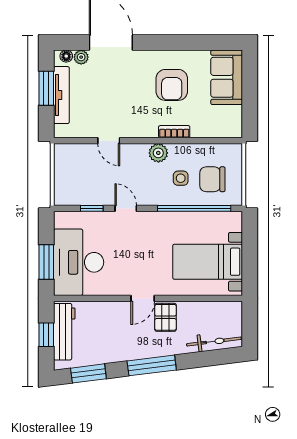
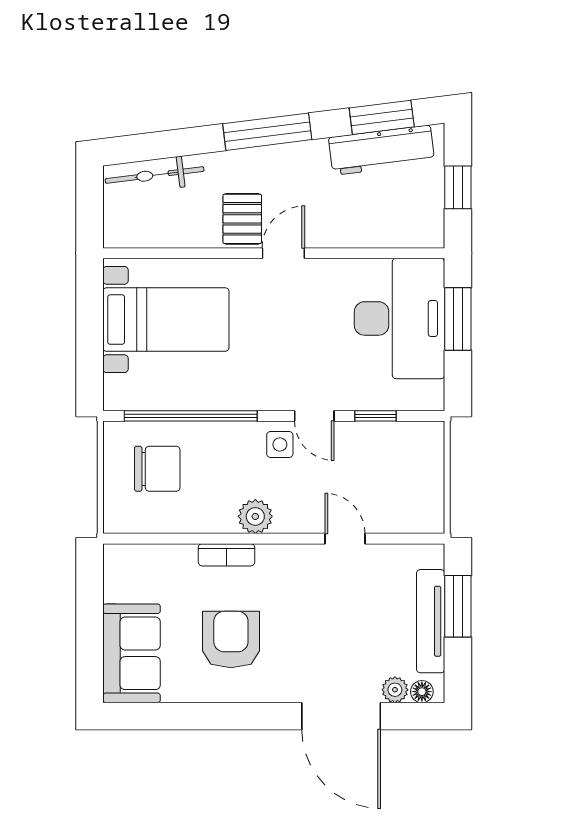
window: (46, 88) -> (458, 606), moved
side table: (181, 178) -> (280, 444), moved
workbench: (64, 332) -> (382, 150), moved, turned -97

